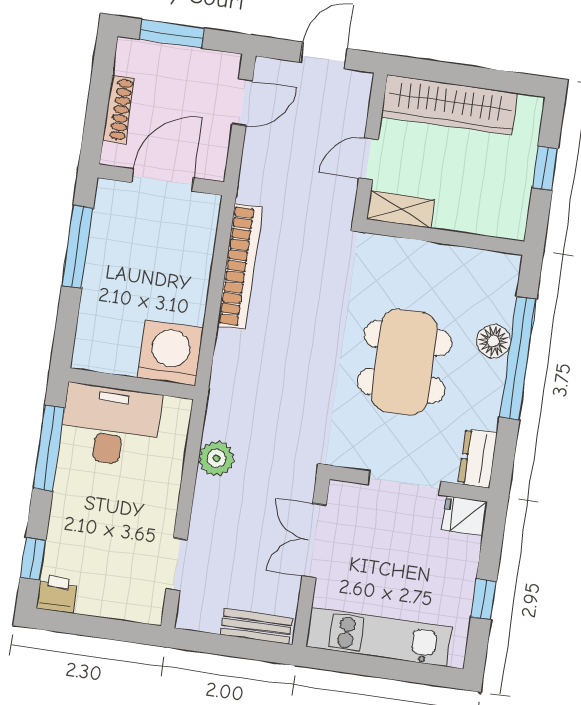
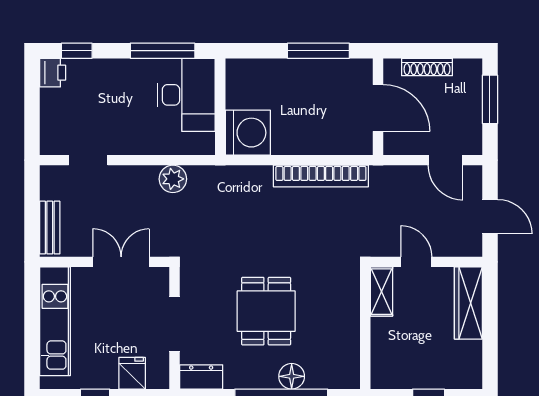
wardrobe: (449, 105) -> (468, 303), width x0.71, depth x0.85
dining table: (405, 362) -> (266, 311), width x0.73
fridge: (465, 516) -> (132, 373), moved

